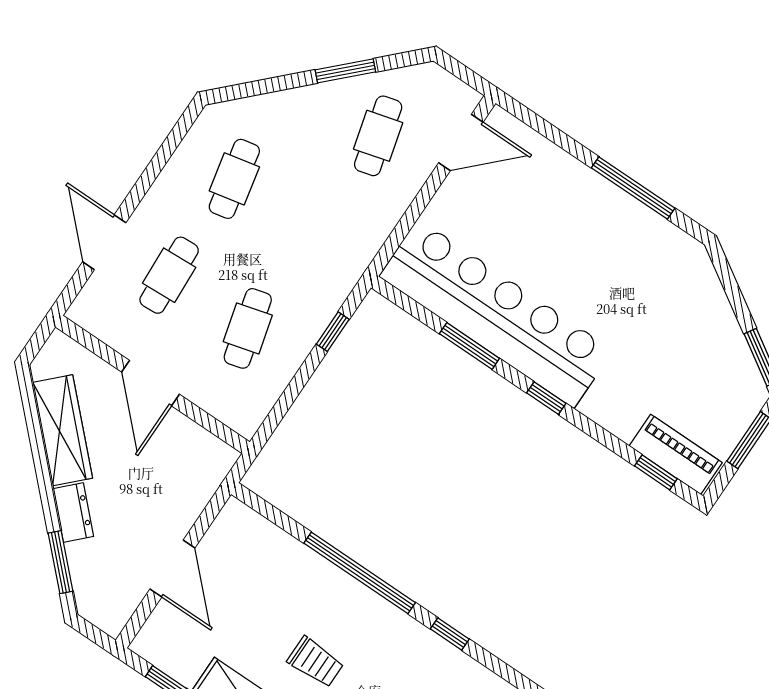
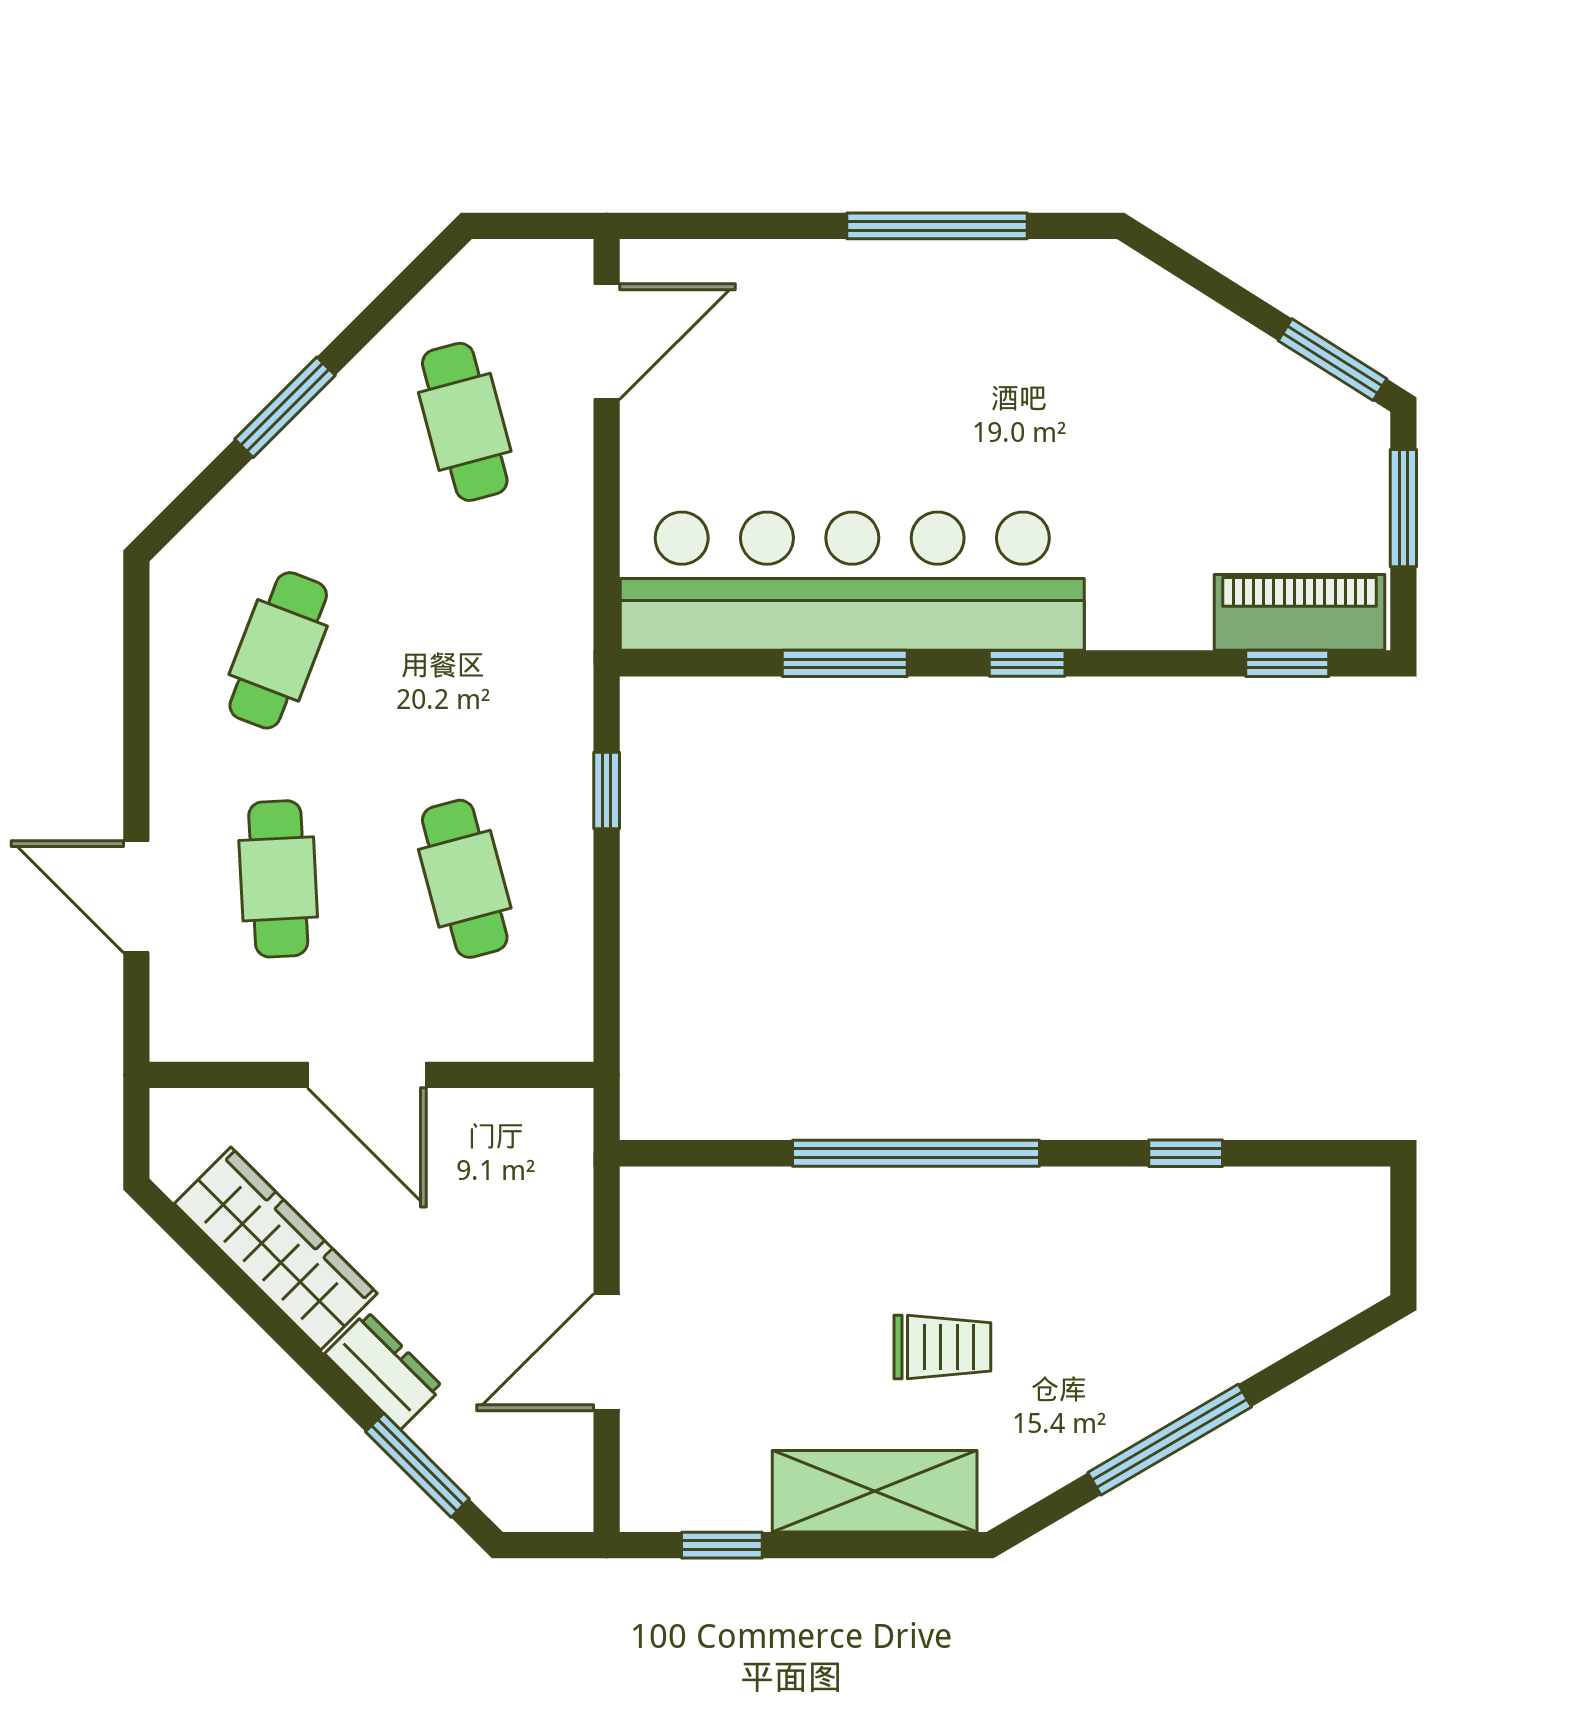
window: (345, 71) -> (285, 407), moved
cafe table: (234, 179) -> (278, 650), turned 33
door: (172, 568) -> (607, 1352), swing flipped
window: (450, 634) -> (1186, 1153), moved

